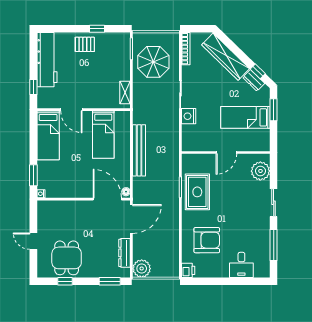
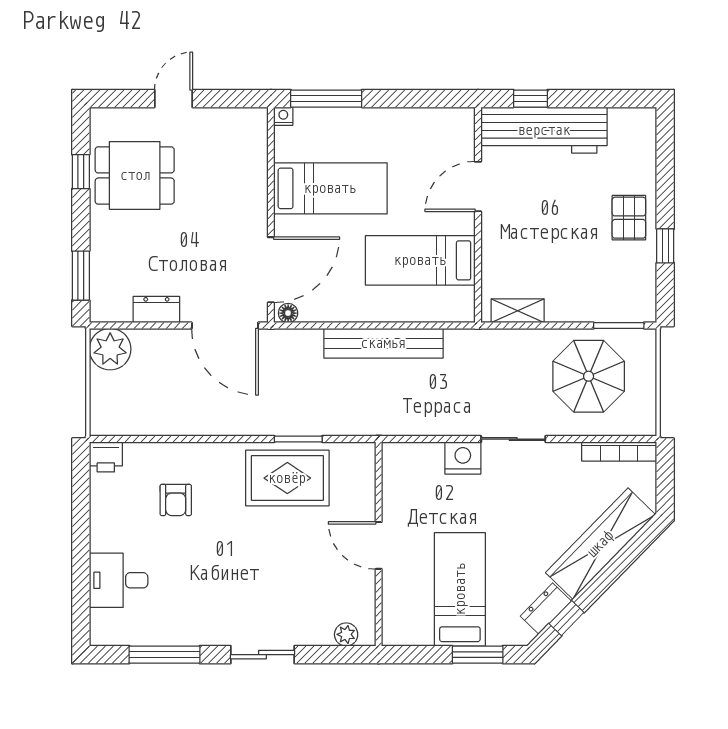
workbench: (47, 60) -> (544, 130), moved
bed: (48, 135) -> (330, 188), moved, turned 180
plant: (260, 171) -> (346, 634), width x0.53, depth x0.53
window: (33, 175) -> (326, 99), width x1.44
armchair: (207, 240) -> (176, 500), width x0.53, depth x0.53
dresser: (125, 253) -> (156, 310), width x0.70

